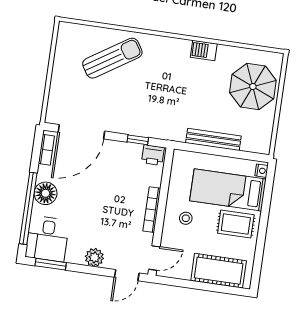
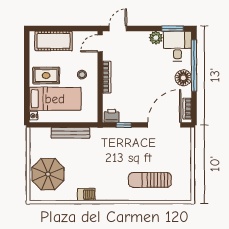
sun lounger: (112, 58) -> (150, 180), turned 33
plant: (94, 257) -> (156, 38), moved

